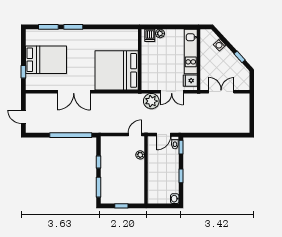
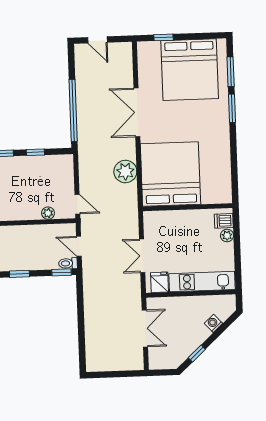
bed: (46, 60) -> (190, 70), width x1.36
plant: (151, 101) -> (125, 172), moved
door: (23, 117) -> (97, 40), swing flipped

